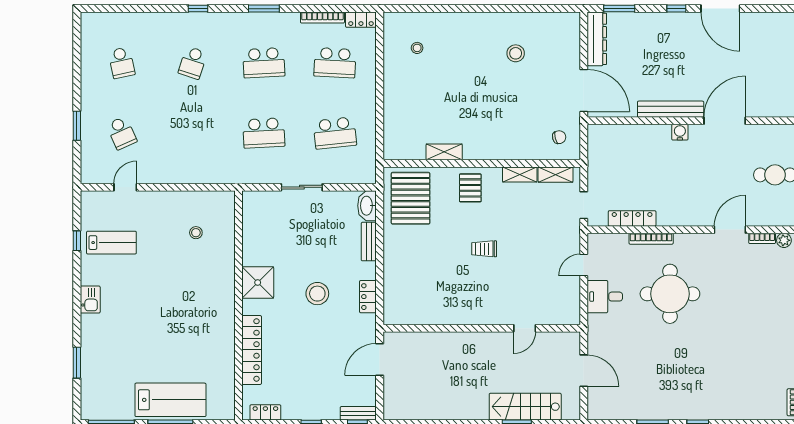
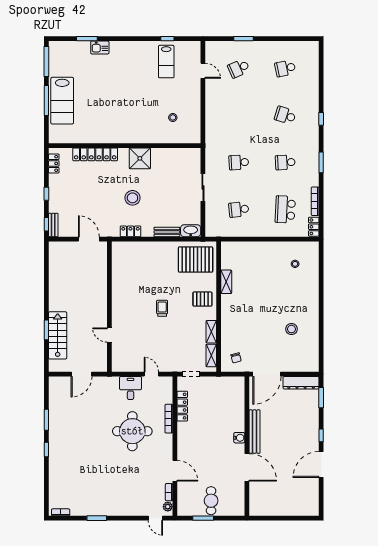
school desk: (264, 63) -> (285, 162), width x0.54
school desk: (264, 133) -> (239, 162), width x0.54
school desk: (335, 133) -> (239, 209), width x0.54
kitchen sink: (90, 300) -> (100, 47), moved

